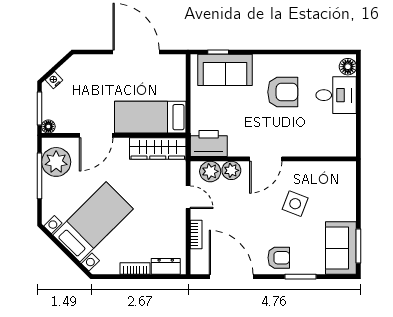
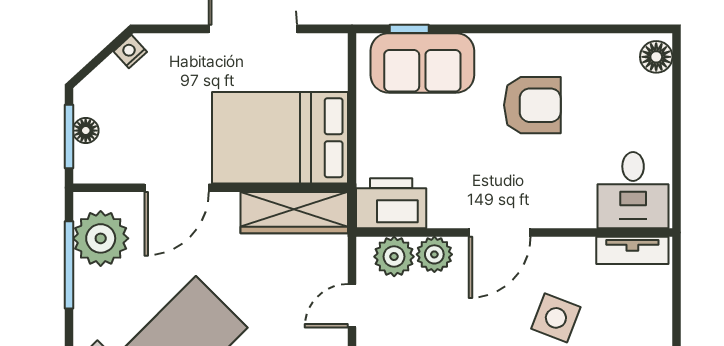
nightstand: (54, 80) -> (130, 52), moved
desk: (336, 95) -> (633, 190), moved, turned 90
bed: (150, 117) -> (280, 138), width x1.50
floor lamp: (48, 127) -> (86, 131), moved
tv unit: (335, 168) -> (632, 250), added
door: (188, 197) -> (352, 306), swing flipped

